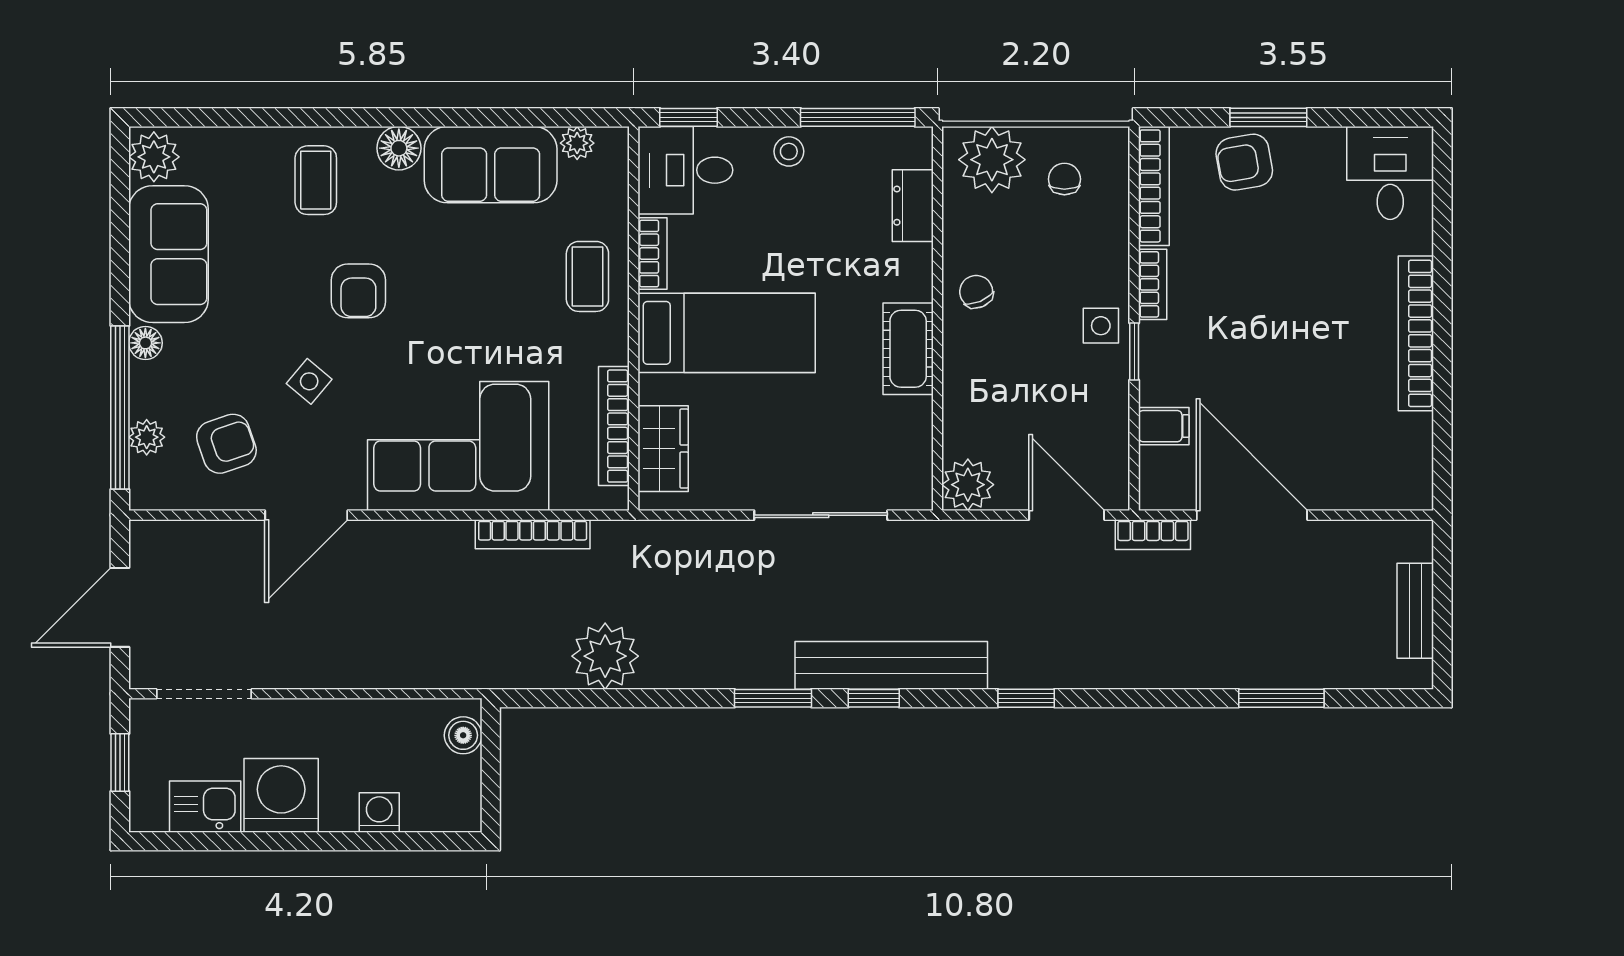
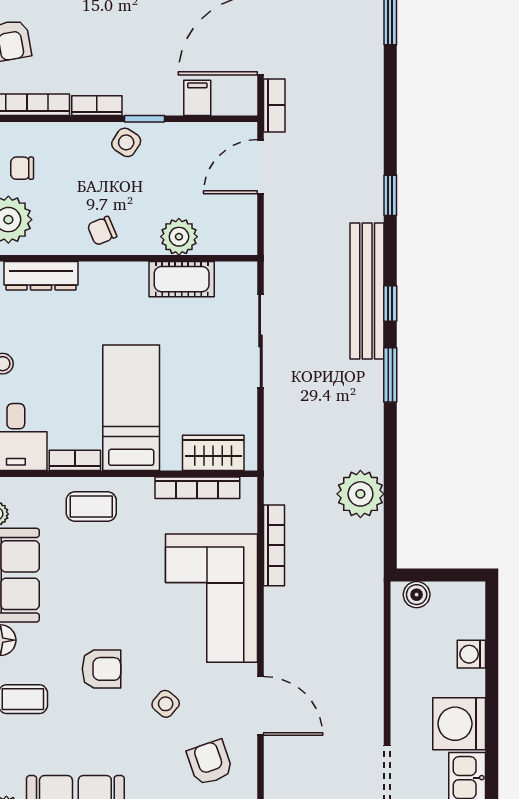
dresser: (913, 206) -> (41, 276), width x1.44
side table: (1101, 326) -> (126, 142), turned 33
cot: (908, 349) -> (182, 279), moved
plant: (968, 485) -> (179, 237), moved

